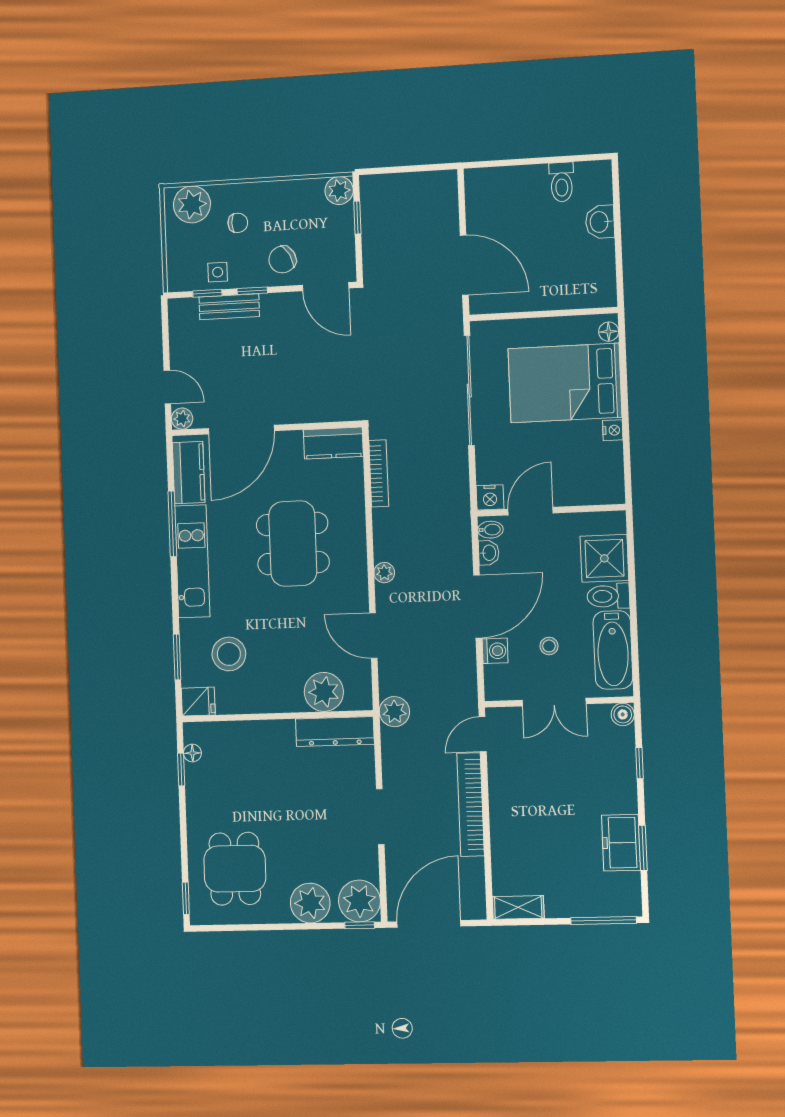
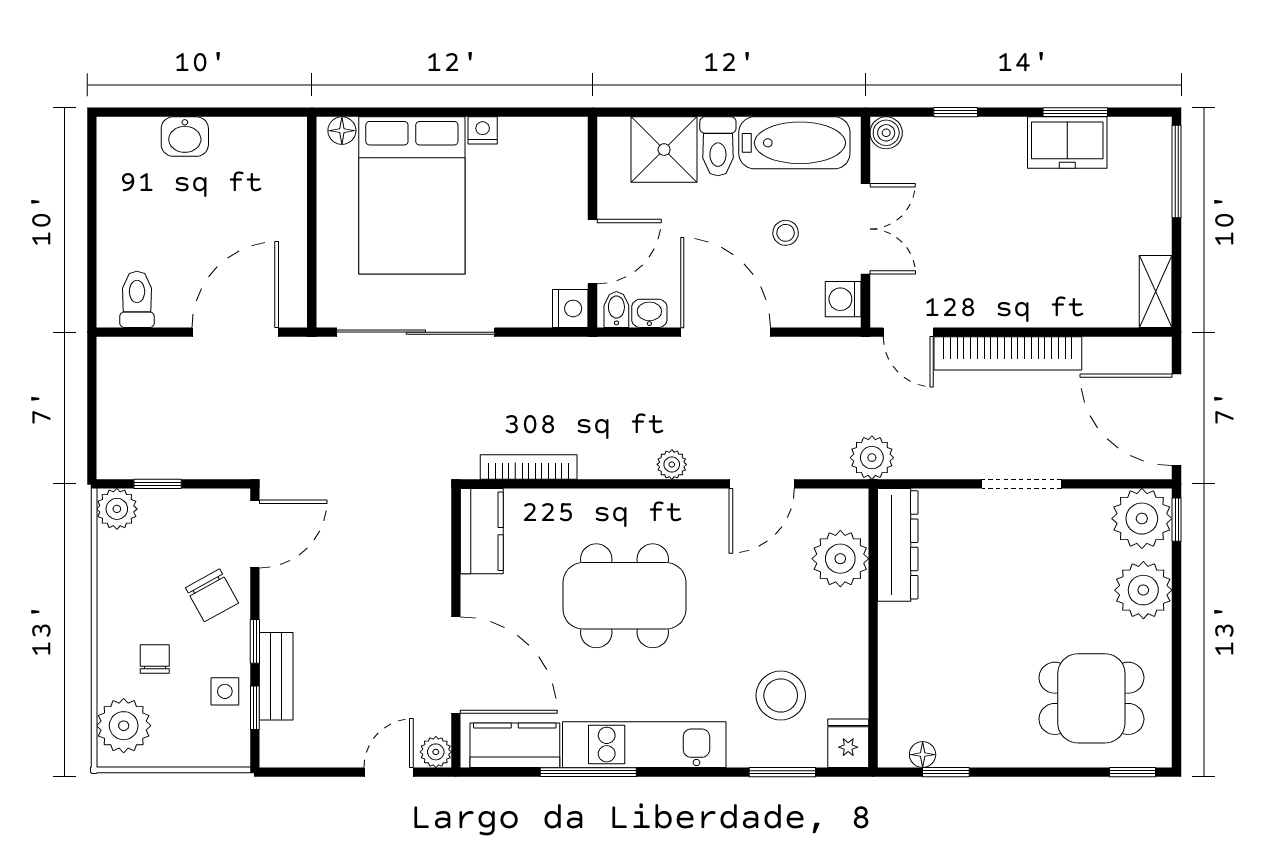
toilet: (562, 182) -> (137, 299), moved, turned -90
door: (530, 511) -> (592, 252), swing flipped
washing machine: (495, 651) -> (843, 299), moved, turned -90

